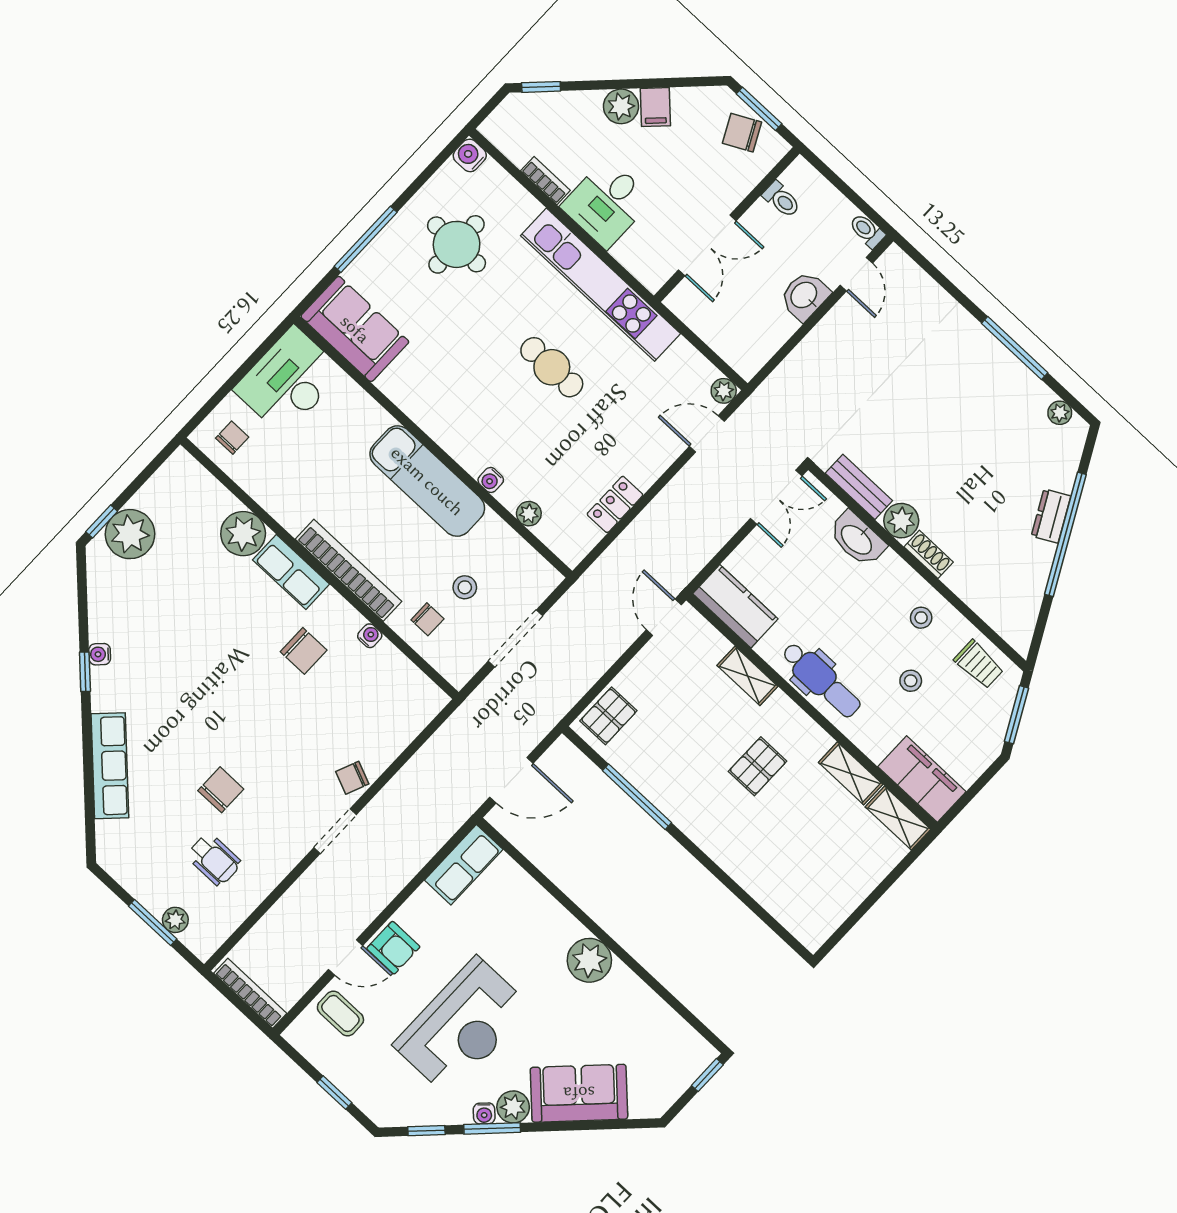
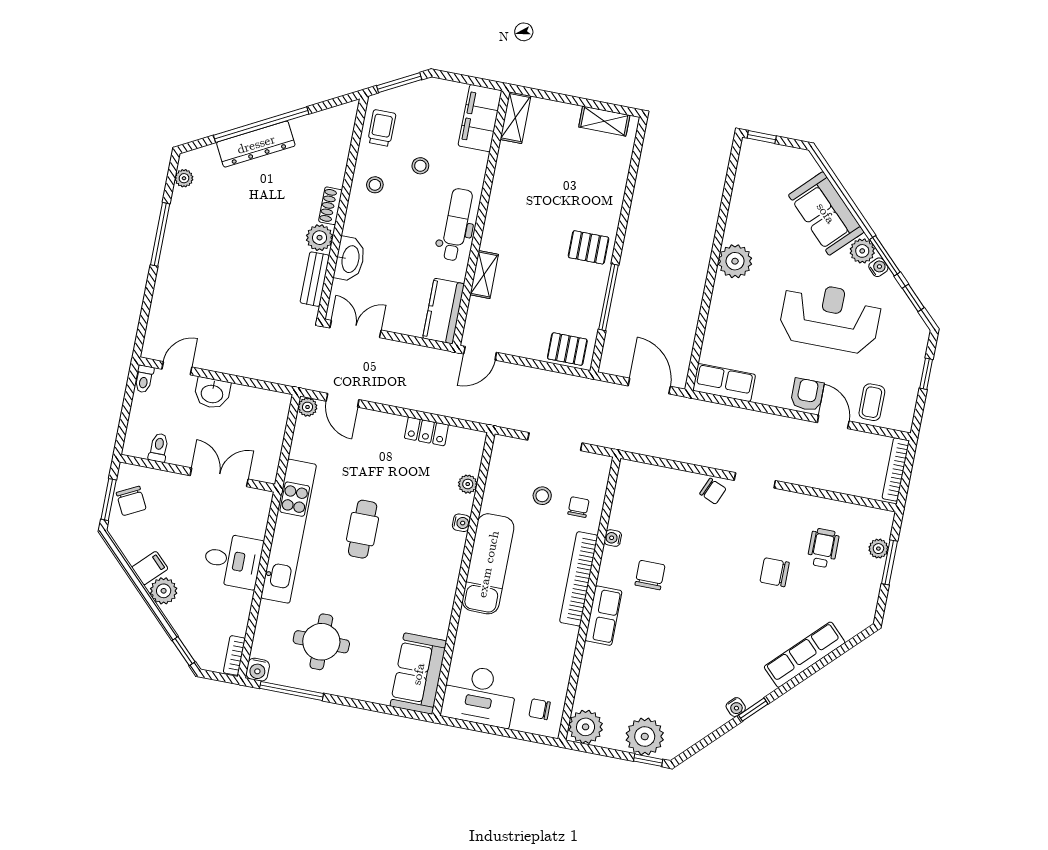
bookcase: (545, 181) -> (234, 655), moved
window: (366, 239) -> (292, 691), moved
dresser: (1051, 516) -> (256, 144), width x1.96, depth x1.24
plant: (243, 534) -> (586, 727), moved
pallet: (758, 766) -> (589, 247), moved
shelving: (851, 773) -> (604, 121), moved, turned 90

